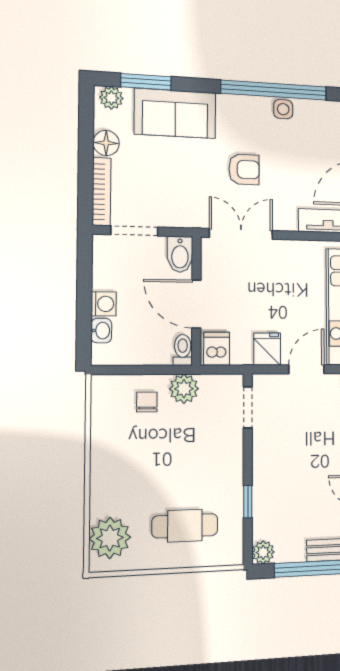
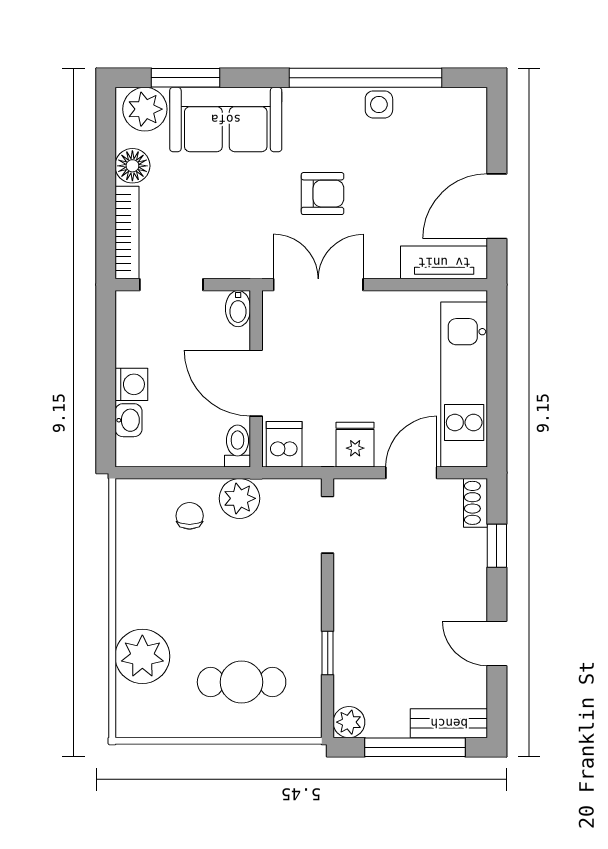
plant: (111, 98) -> (145, 109), width x1.38, depth x1.38
bidet: (180, 254) -> (238, 309), width x0.72, depth x0.74
plant: (110, 538) -> (142, 656), moved

